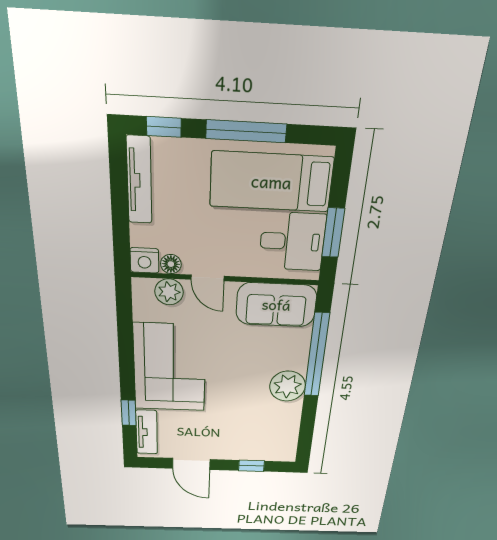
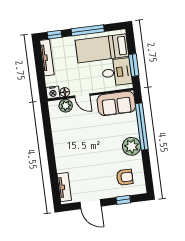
corner sofa: (170, 368) -> (71, 146), removed
window: (129, 413) -> (54, 176), removed
armchair: (262, 433) -> (125, 177), added

